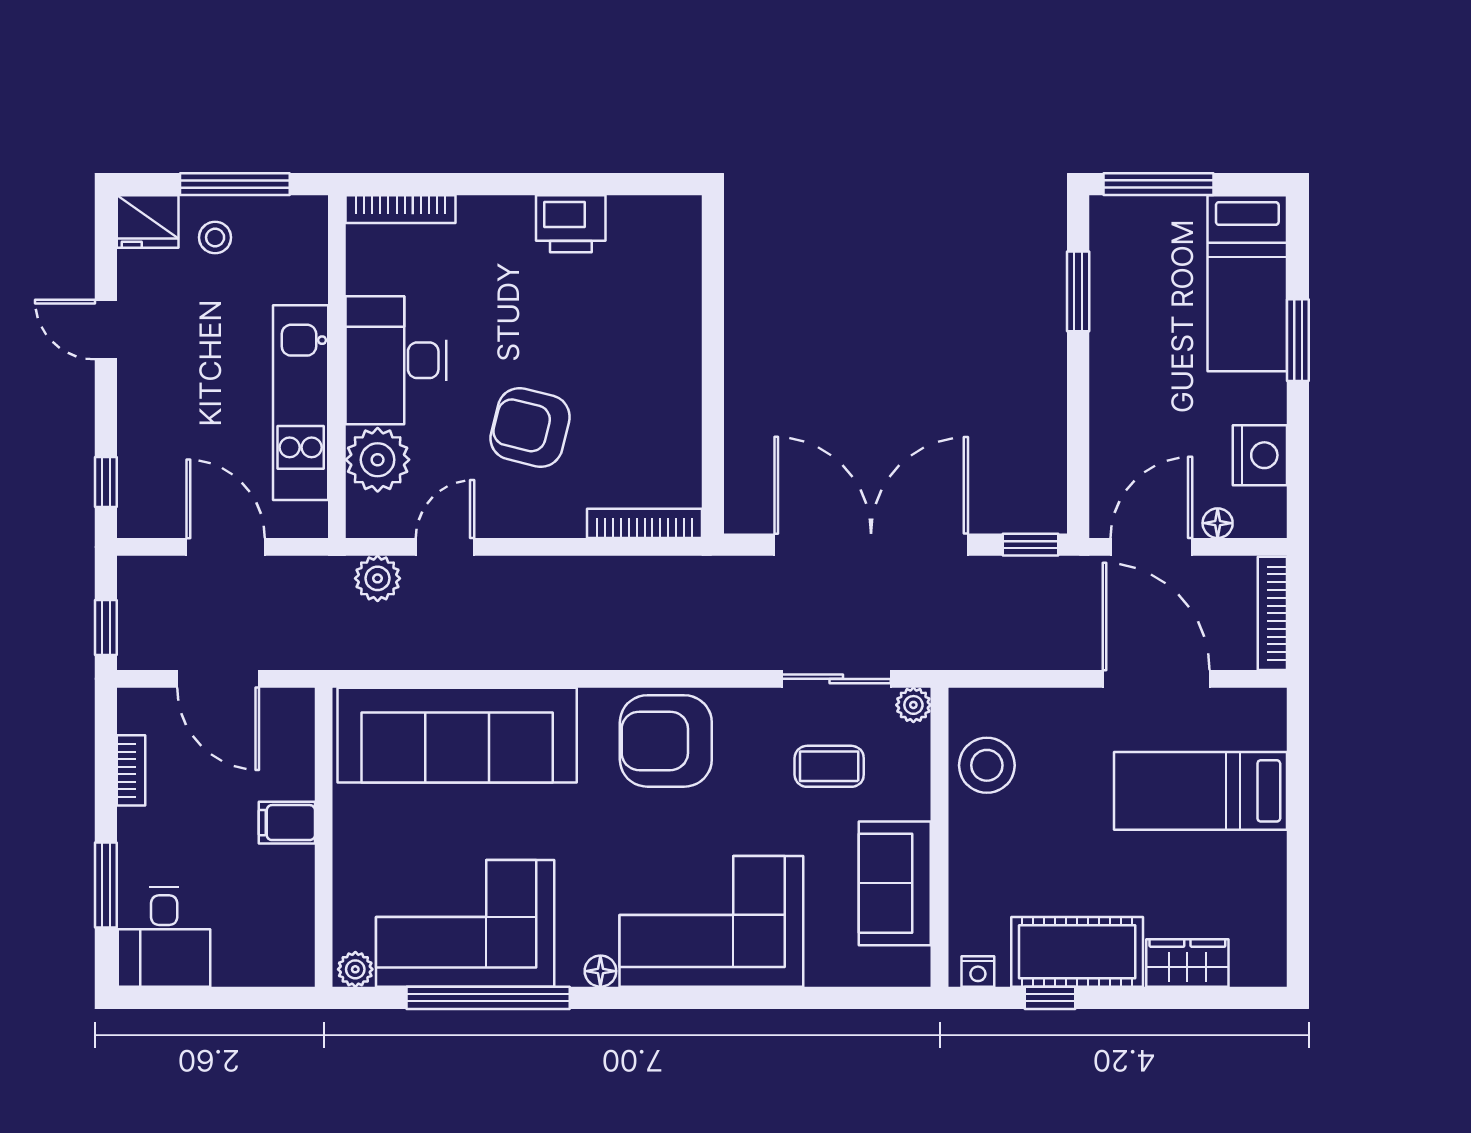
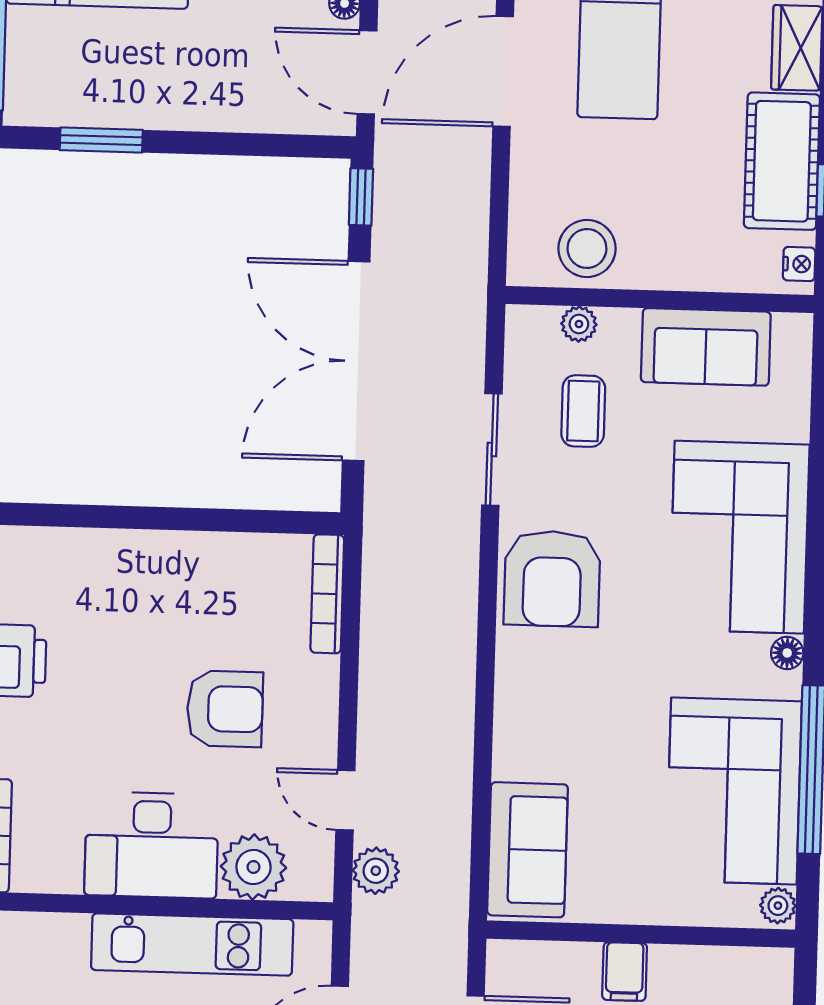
armchair: (530, 427) -> (225, 709), turned -104
sliding door: (836, 679) -> (492, 450), moved
plant: (913, 705) -> (579, 324), moved
sofa: (457, 735) -> (528, 850), width x0.54, depth x0.79

